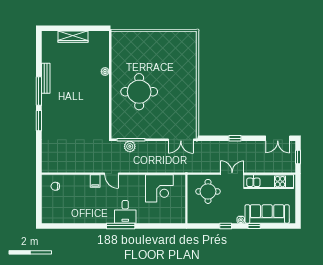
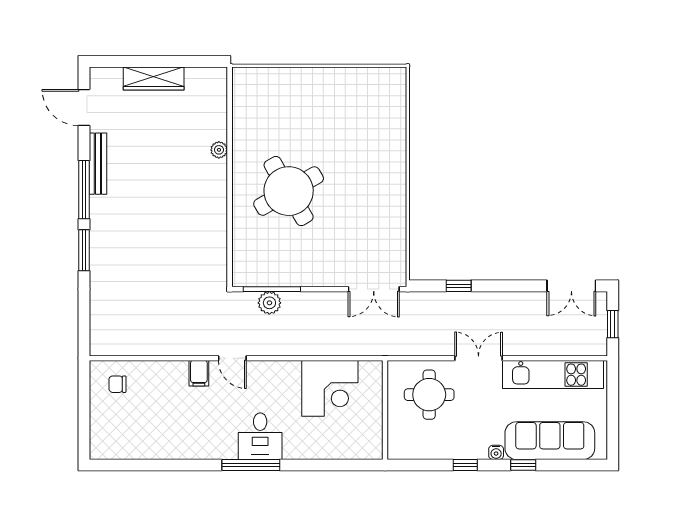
door: (39, 51) -> (84, 108), added
round table: (139, 92) -> (289, 191), turned -30
window: (235, 138) -> (459, 286), moved

